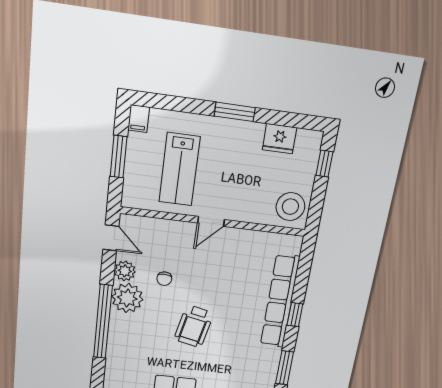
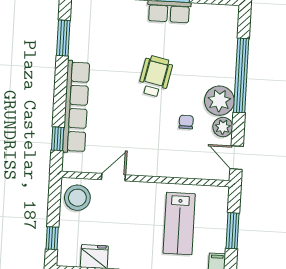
lab bench: (179, 169) -> (179, 224), turned 180
door: (211, 221) -> (113, 177), moved
window: (295, 315) -> (58, 139), moved

